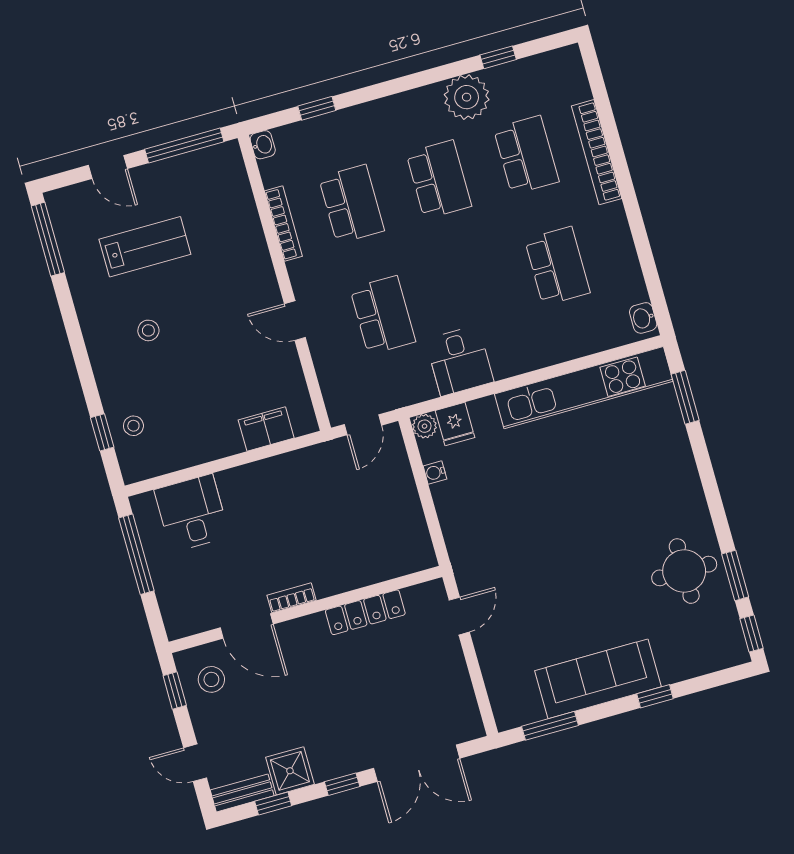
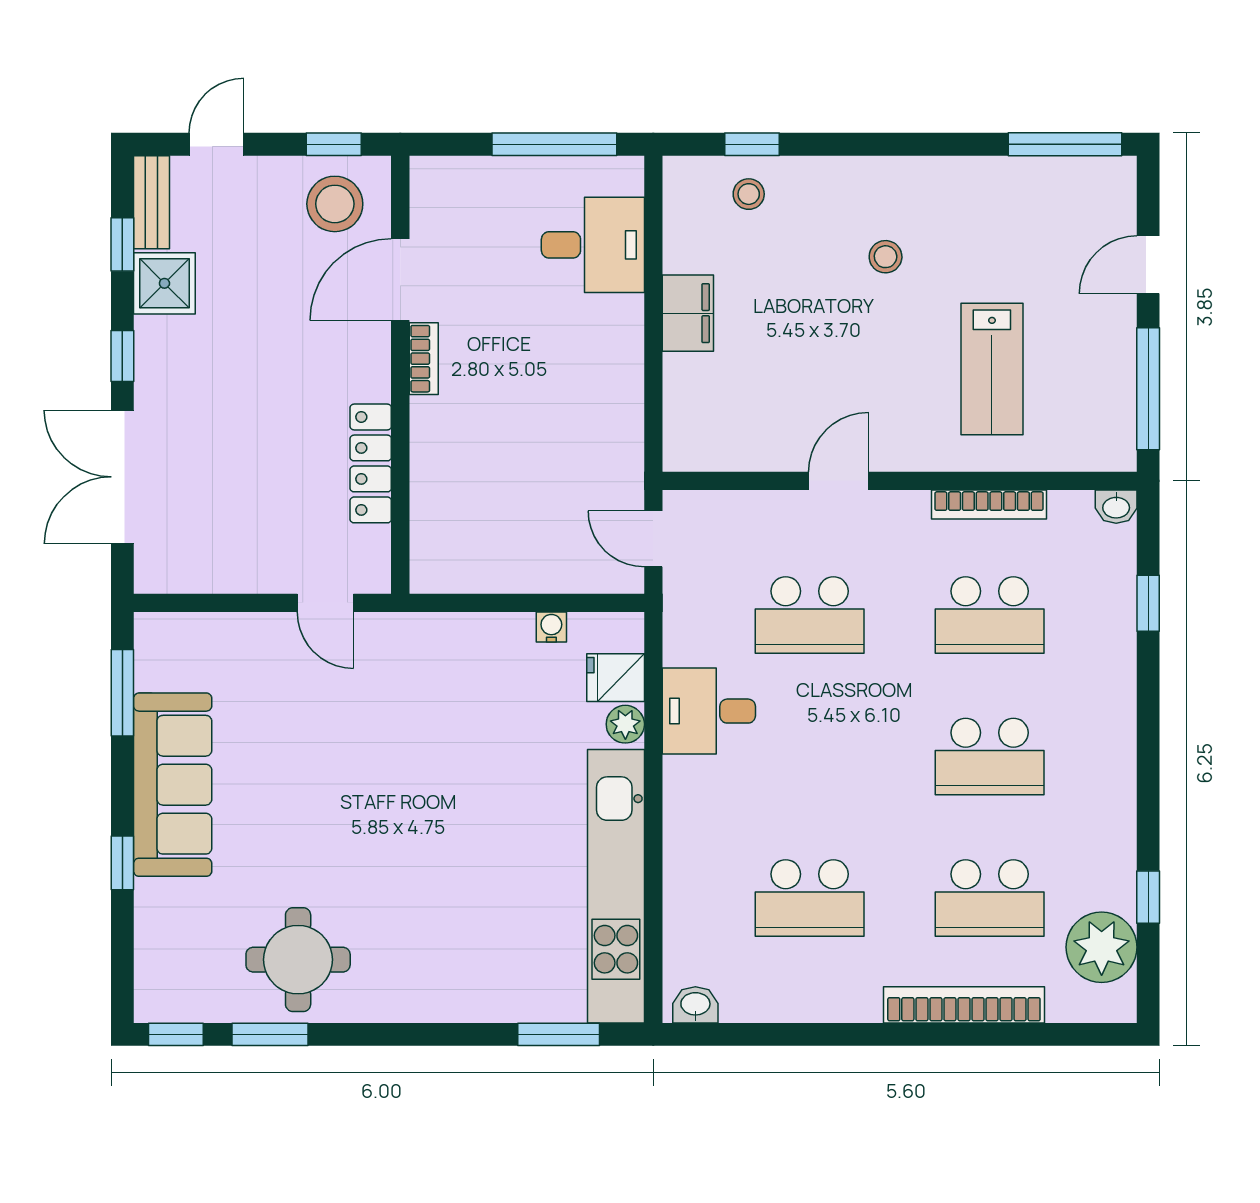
plant: (467, 97) -> (1102, 947), moved
lab bench: (145, 247) -> (992, 369), moved
plant: (425, 426) -> (625, 724), moved
filing cabinet: (266, 429) -> (688, 313), moved
stool: (211, 679) -> (335, 204), width x1.38, depth x1.38

